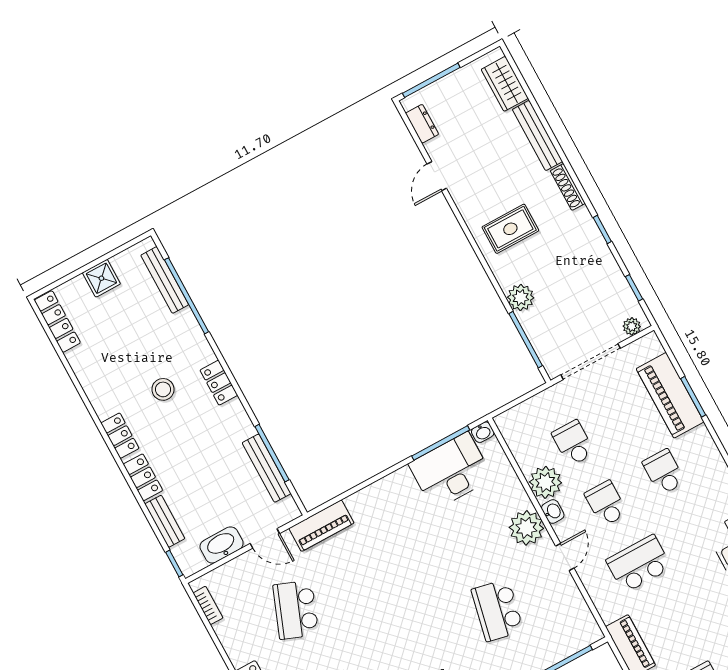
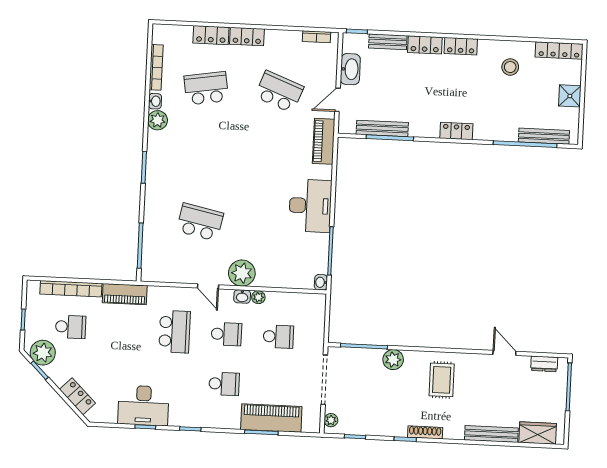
shoe rack: (568, 187) -> (425, 432), moved
stool: (163, 389) -> (510, 67), moved
desk: (451, 471) -> (310, 206), moved
plant: (545, 482) -> (258, 297), width x0.53, depth x0.53

